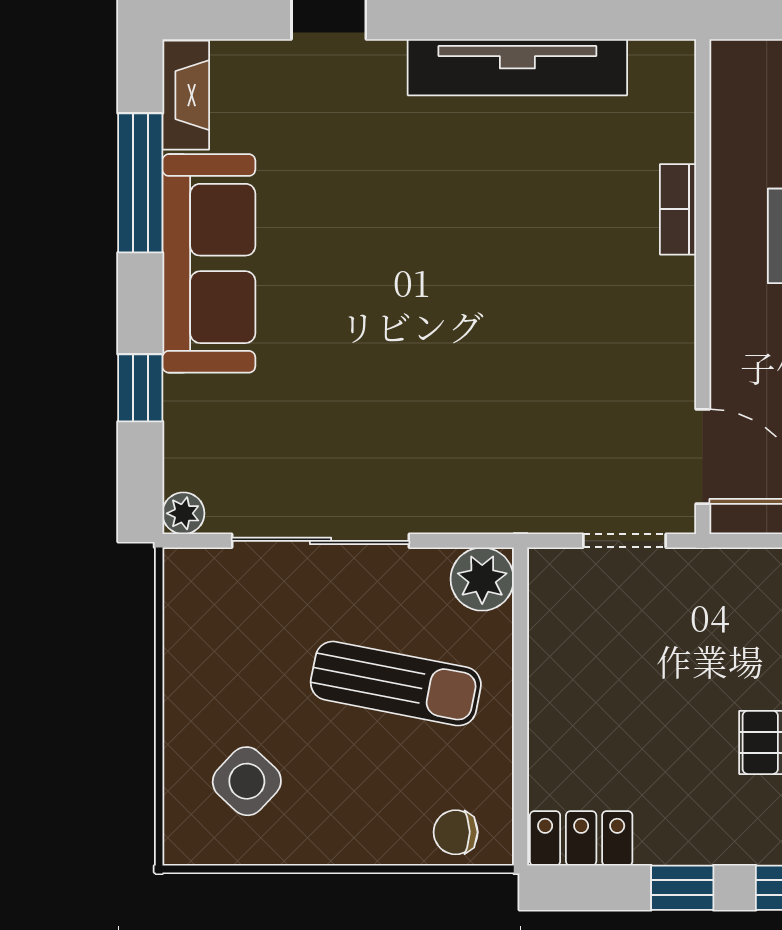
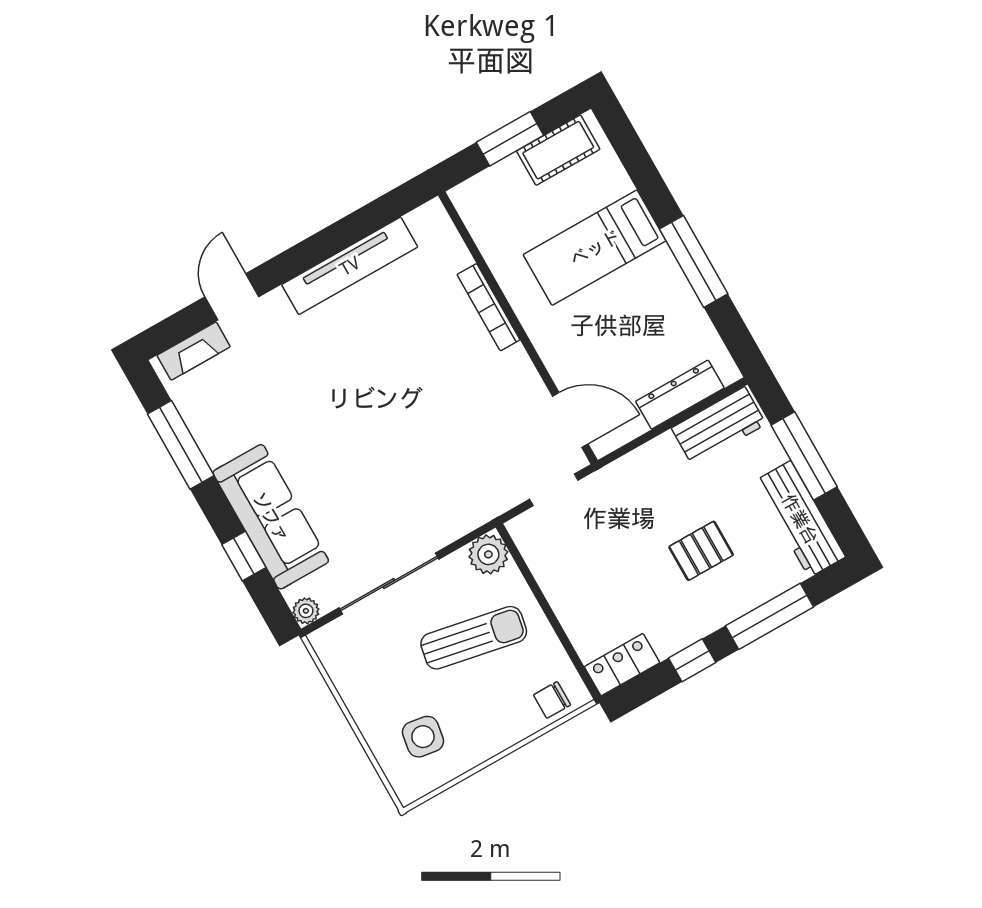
fireplace: (186, 95) -> (194, 351), moved, turned 90
bookcase: (678, 209) -> (488, 307), width x1.56
sofa: (209, 263) -> (271, 517), moved
side table: (247, 781) -> (423, 737), turned -34

